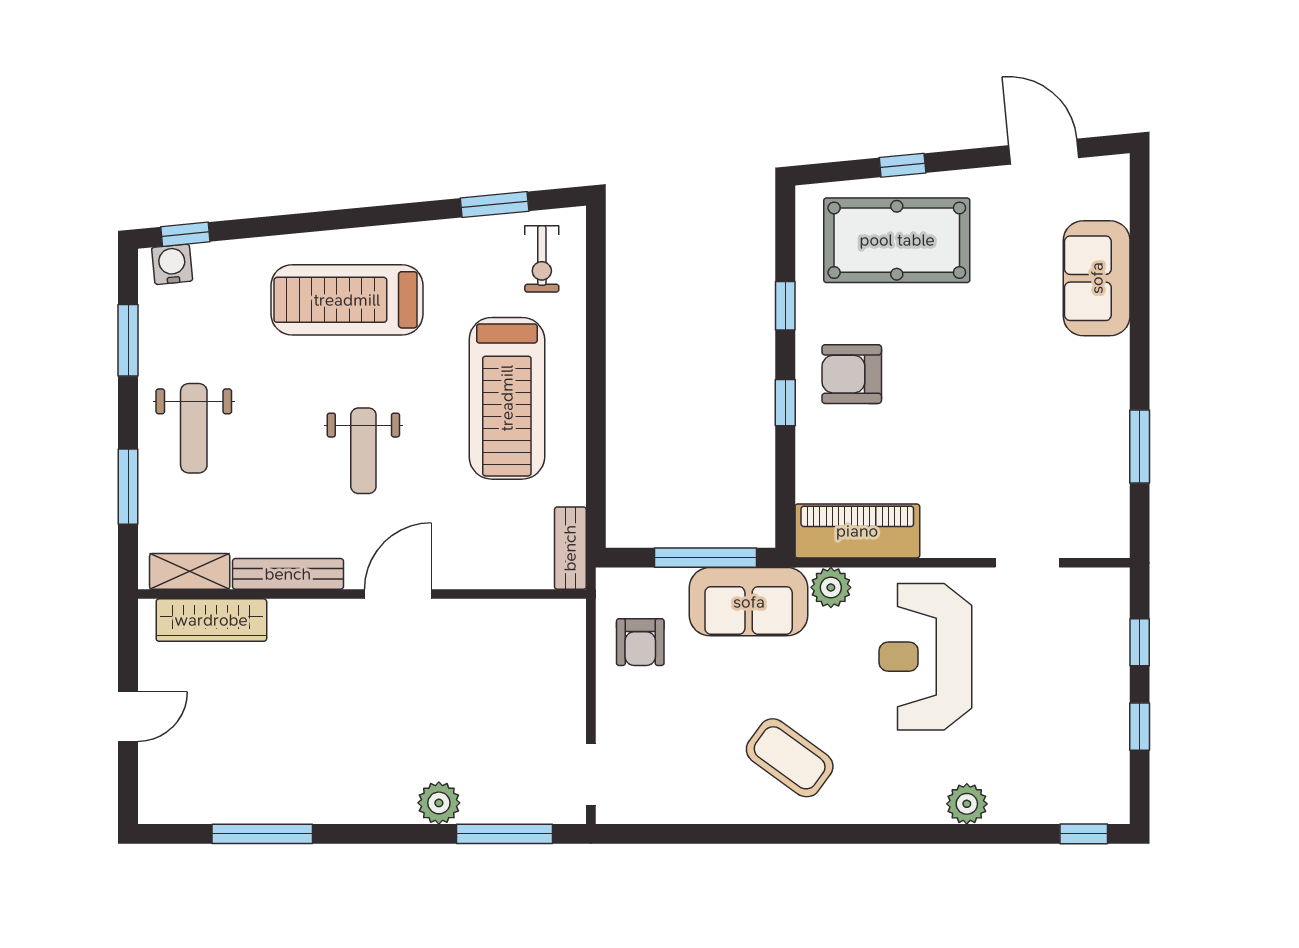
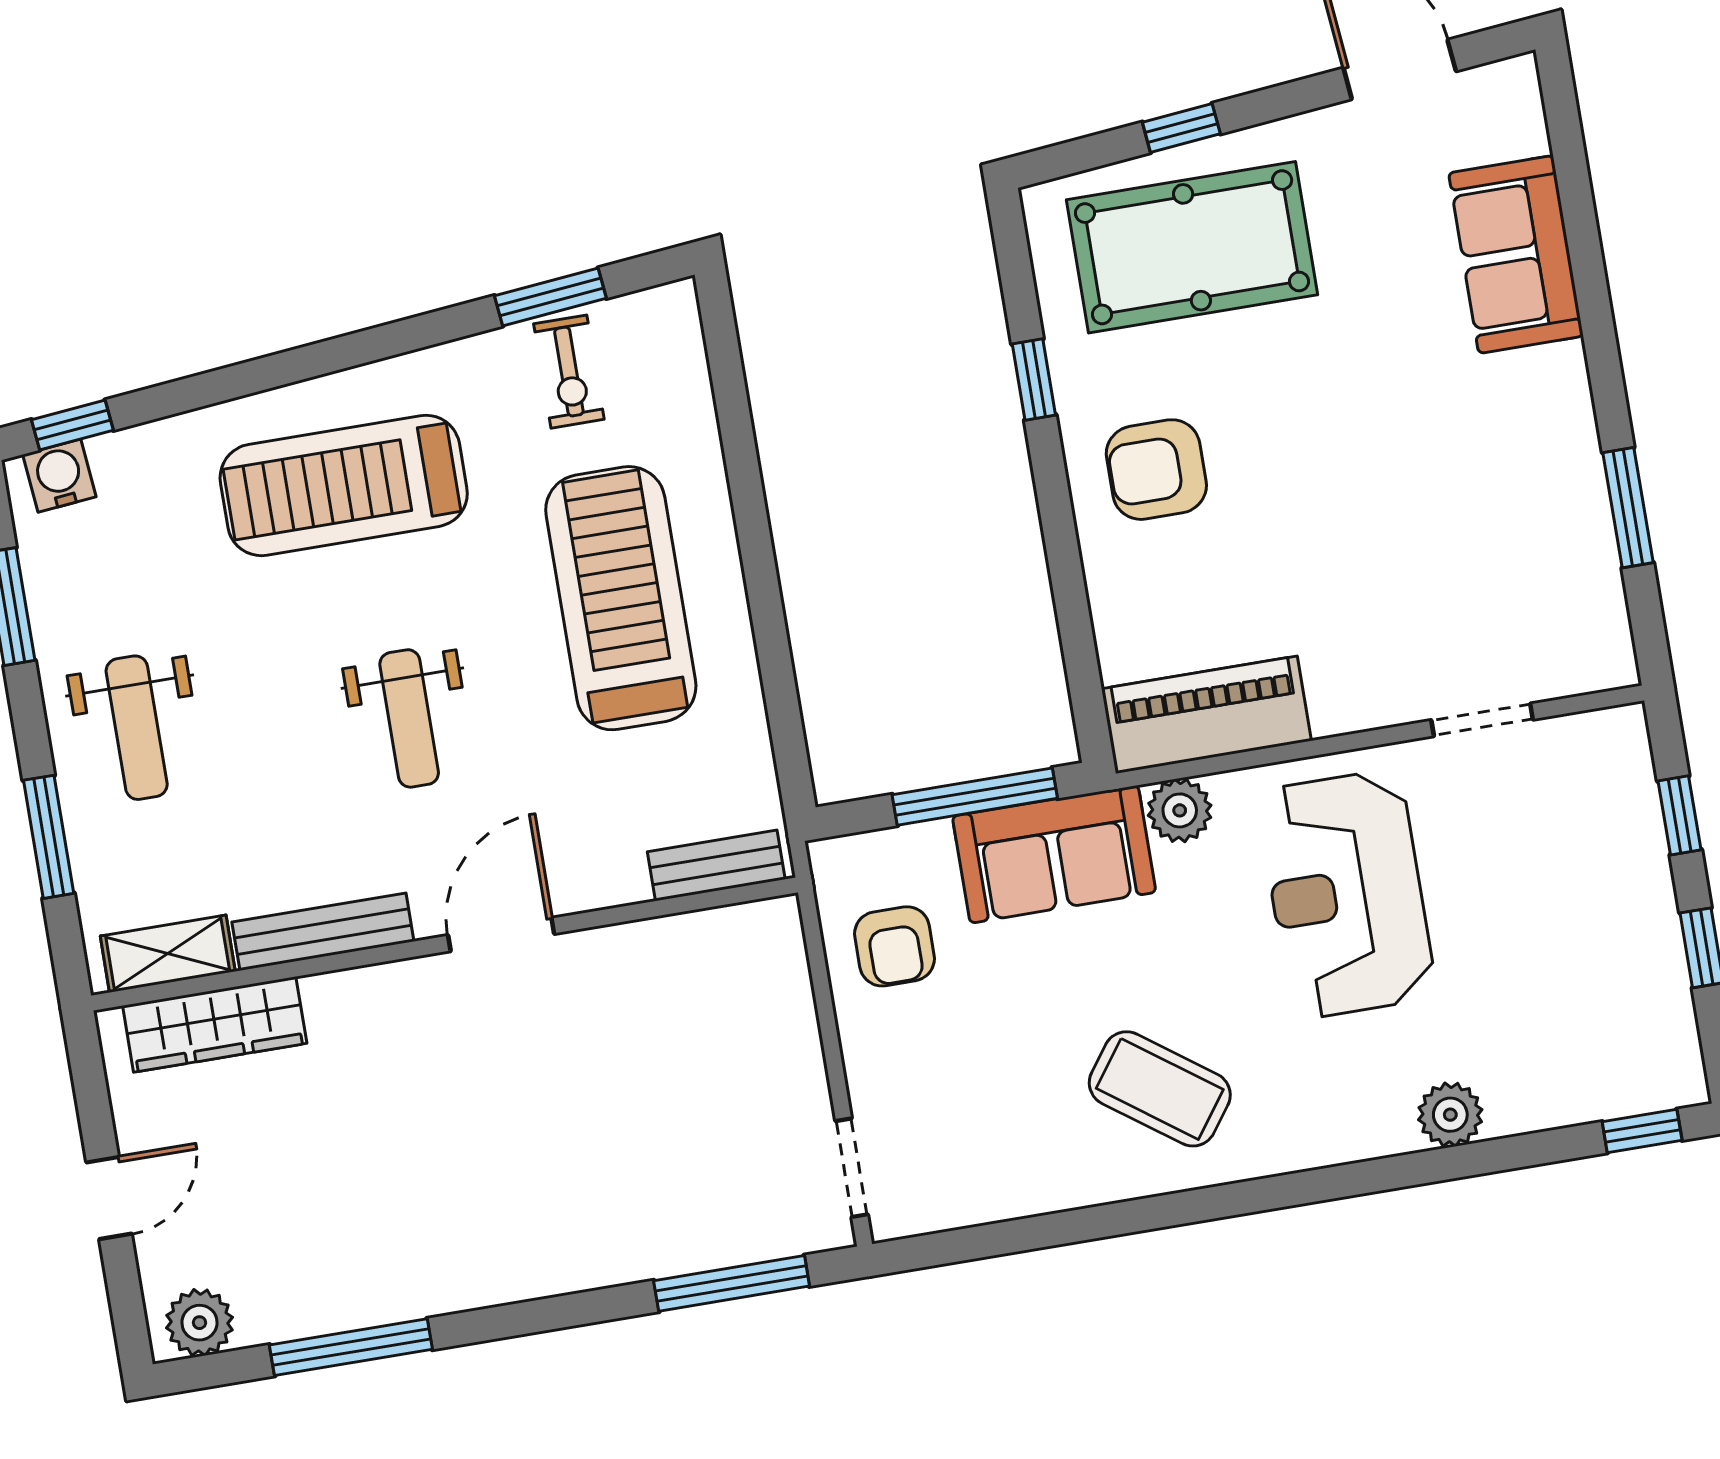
exercise bike: (542, 259) -> (569, 372), moved
treadmill: (507, 398) -> (621, 598), turned 180
window: (785, 403) -> (1059, 532), removed
bench: (570, 548) -> (716, 866), moved, turned 90
plant: (439, 803) -> (199, 1323), moved

